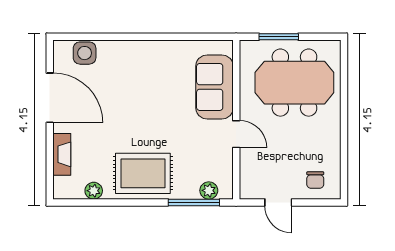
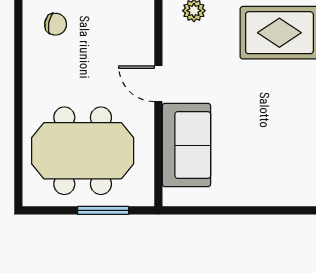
chair: (315, 180) -> (56, 24), turned 100

